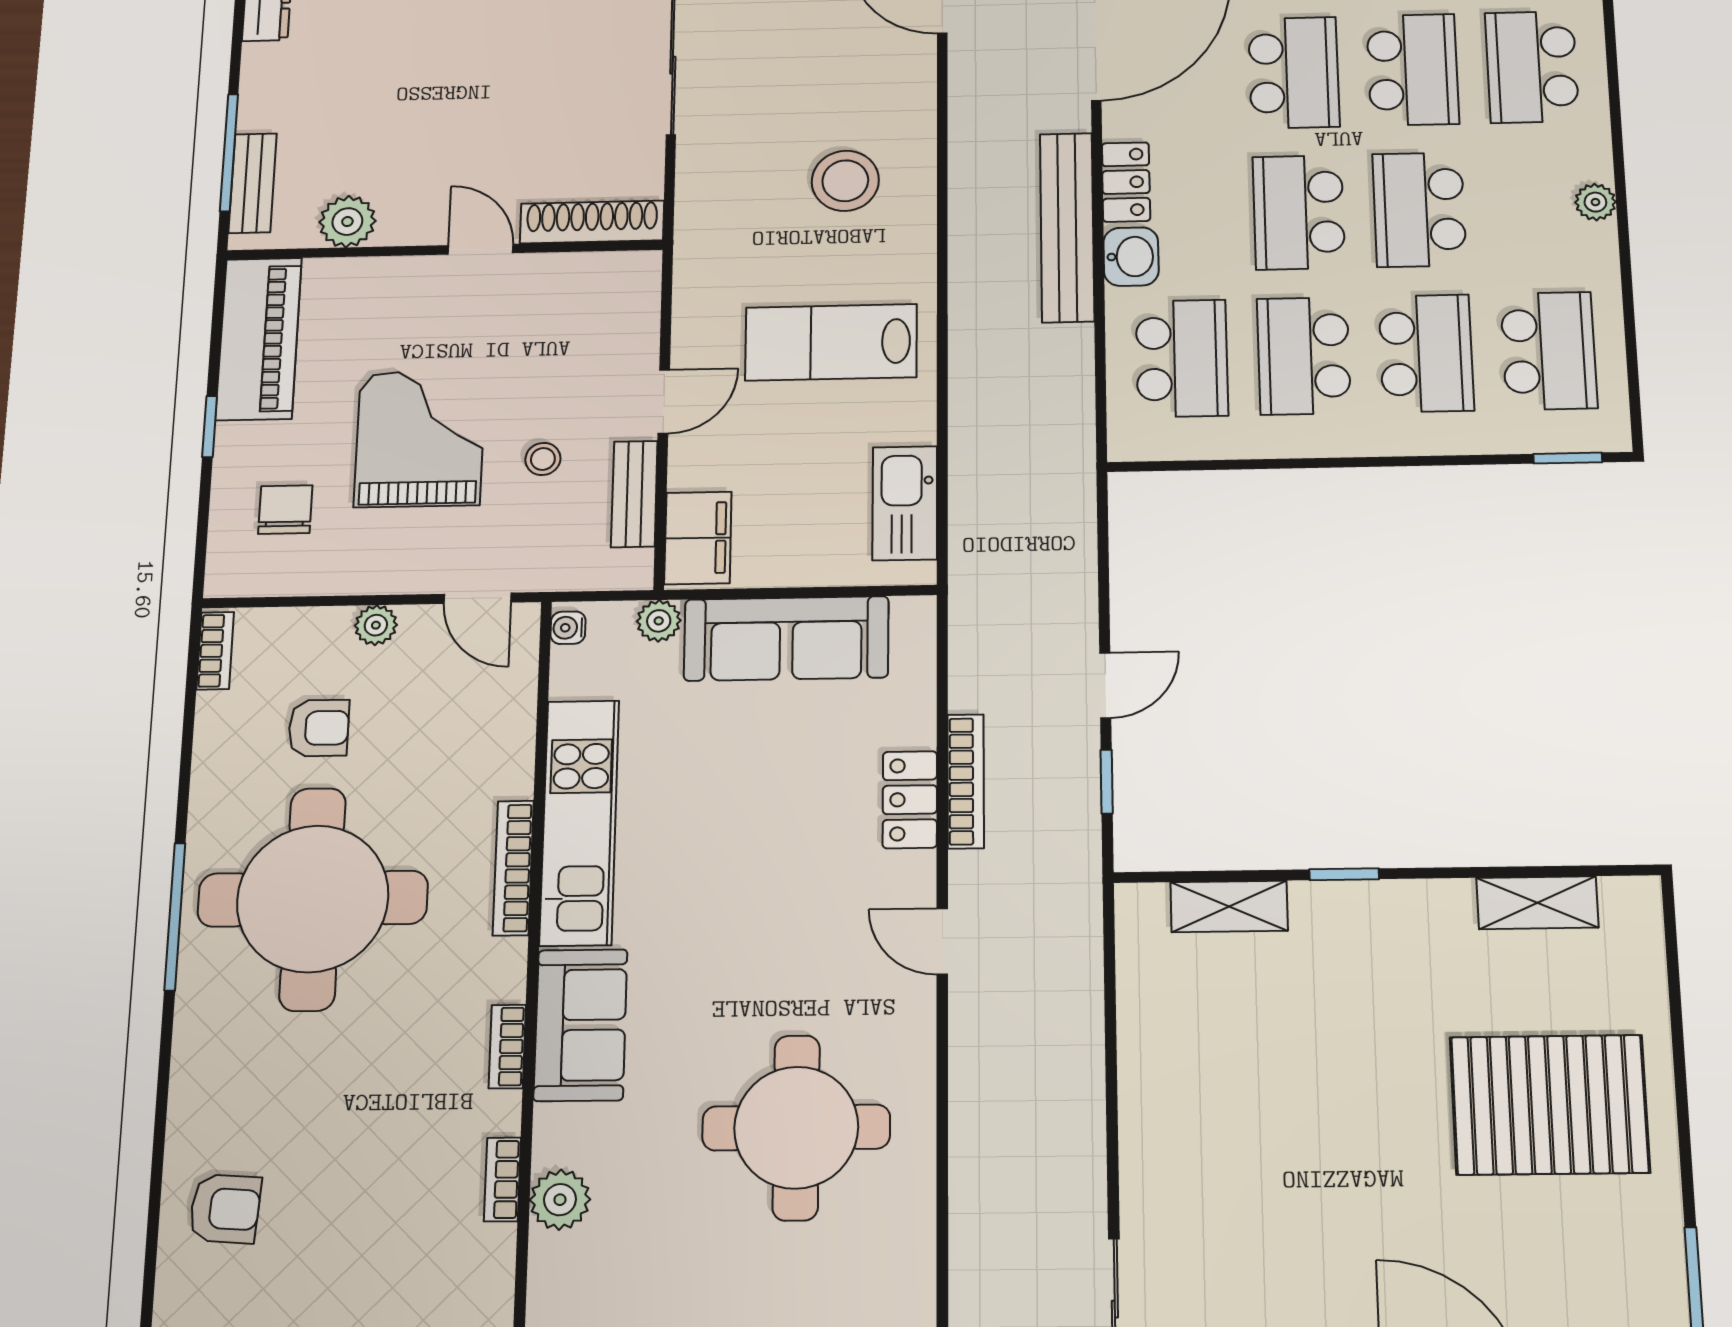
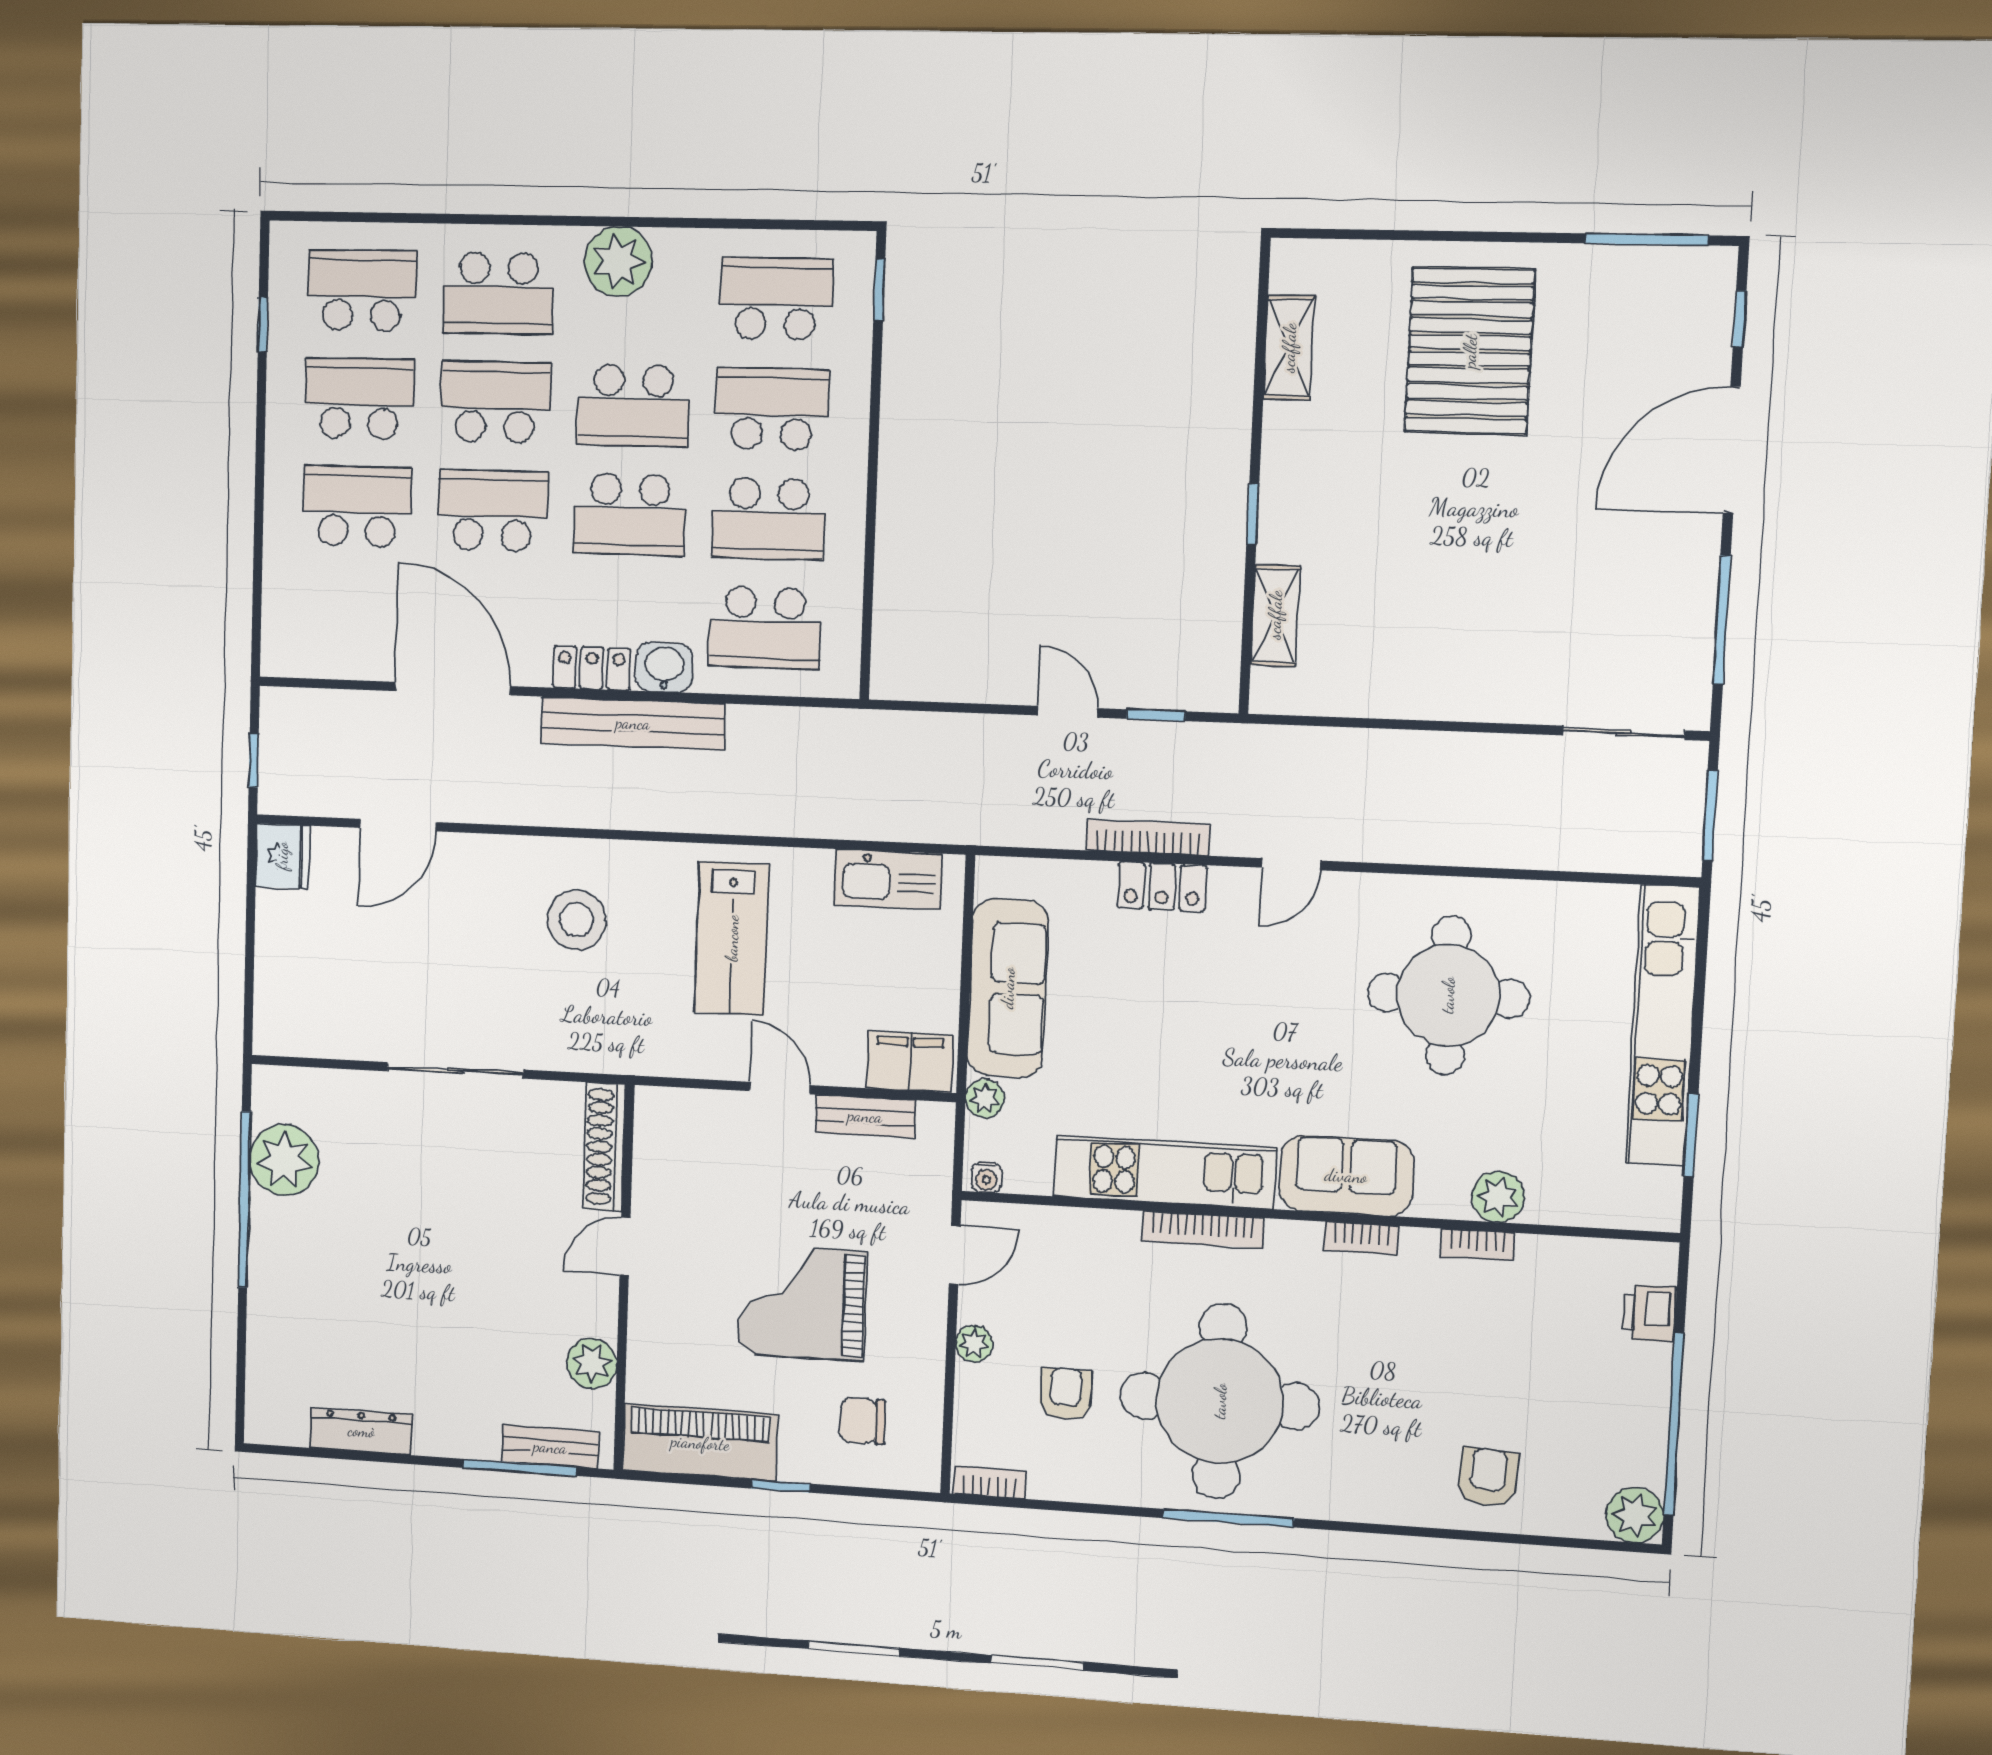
plant: (1595, 202) -> (618, 261), width x1.88, depth x1.88
school desk: (1182, 358) -> (765, 628), turned 180
stool: (543, 459) -> (828, 1196), removed

